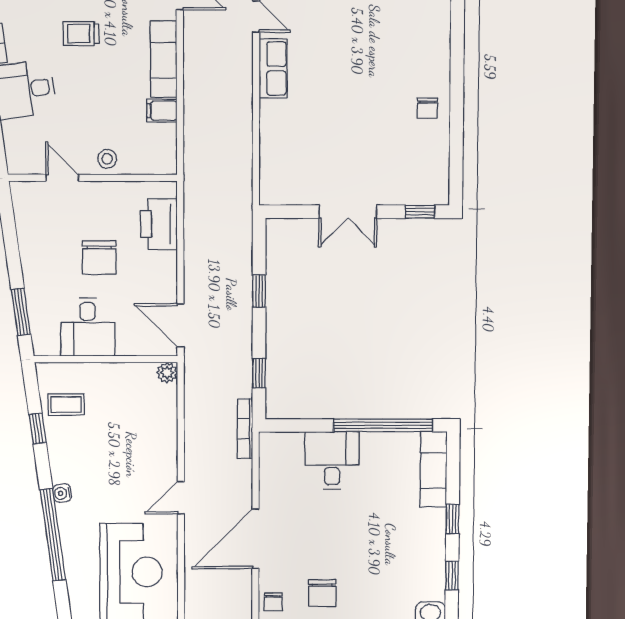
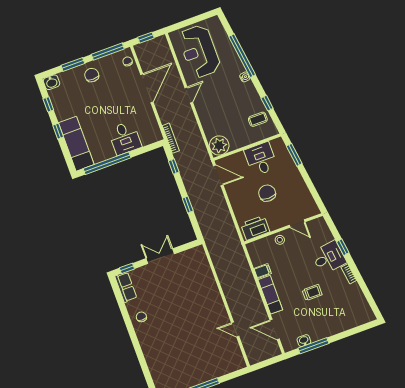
row of seats: (273, 69) -> (126, 287), moved, turned 180
printer: (159, 224) -> (255, 228), moved, turned -90
plant: (167, 373) -> (219, 145), width x1.87, depth x1.87
exam couch: (433, 469) -> (76, 144), width x1.36, depth x1.45
chair: (322, 593) -> (92, 75), moved

